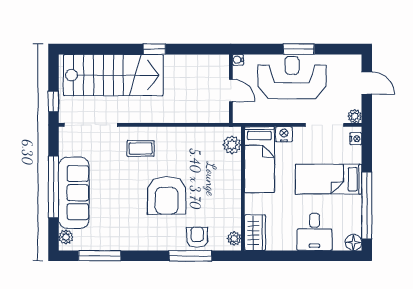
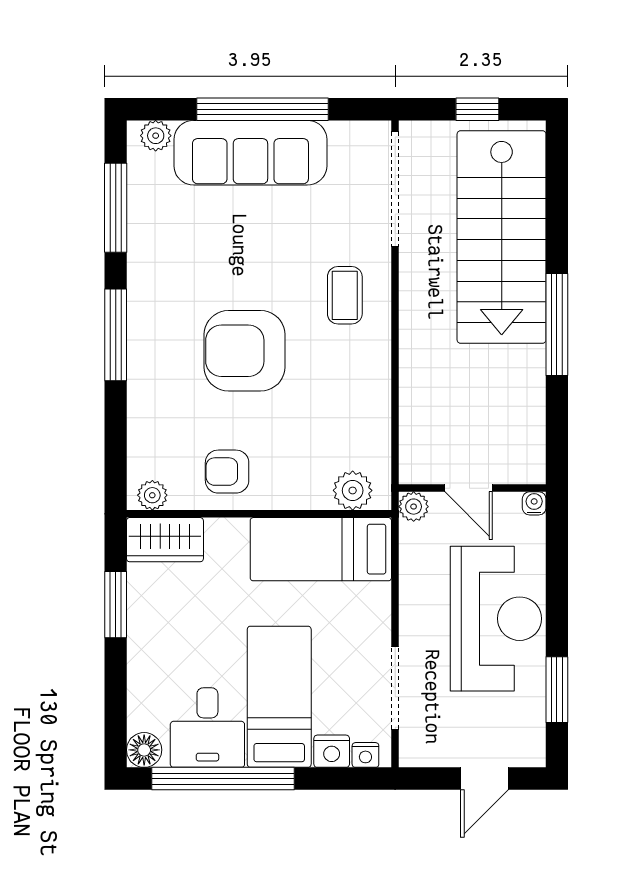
window: (154, 49) -> (557, 325), width x2.17
window: (299, 49) -> (557, 690), moved
door: (231, 90) -> (469, 488), hinge flipped
window: (53, 102) -> (477, 109), moved
plant: (355, 116) -> (414, 507), moved
nightstand: (284, 134) -> (332, 751), moved, turned 90
desk: (315, 232) -> (207, 728), moved, turned -90
armchair: (197, 237) -> (227, 472), moved, turned 180
window: (190, 256) -> (116, 335), moved
window: (285, 256) -> (116, 605), added

